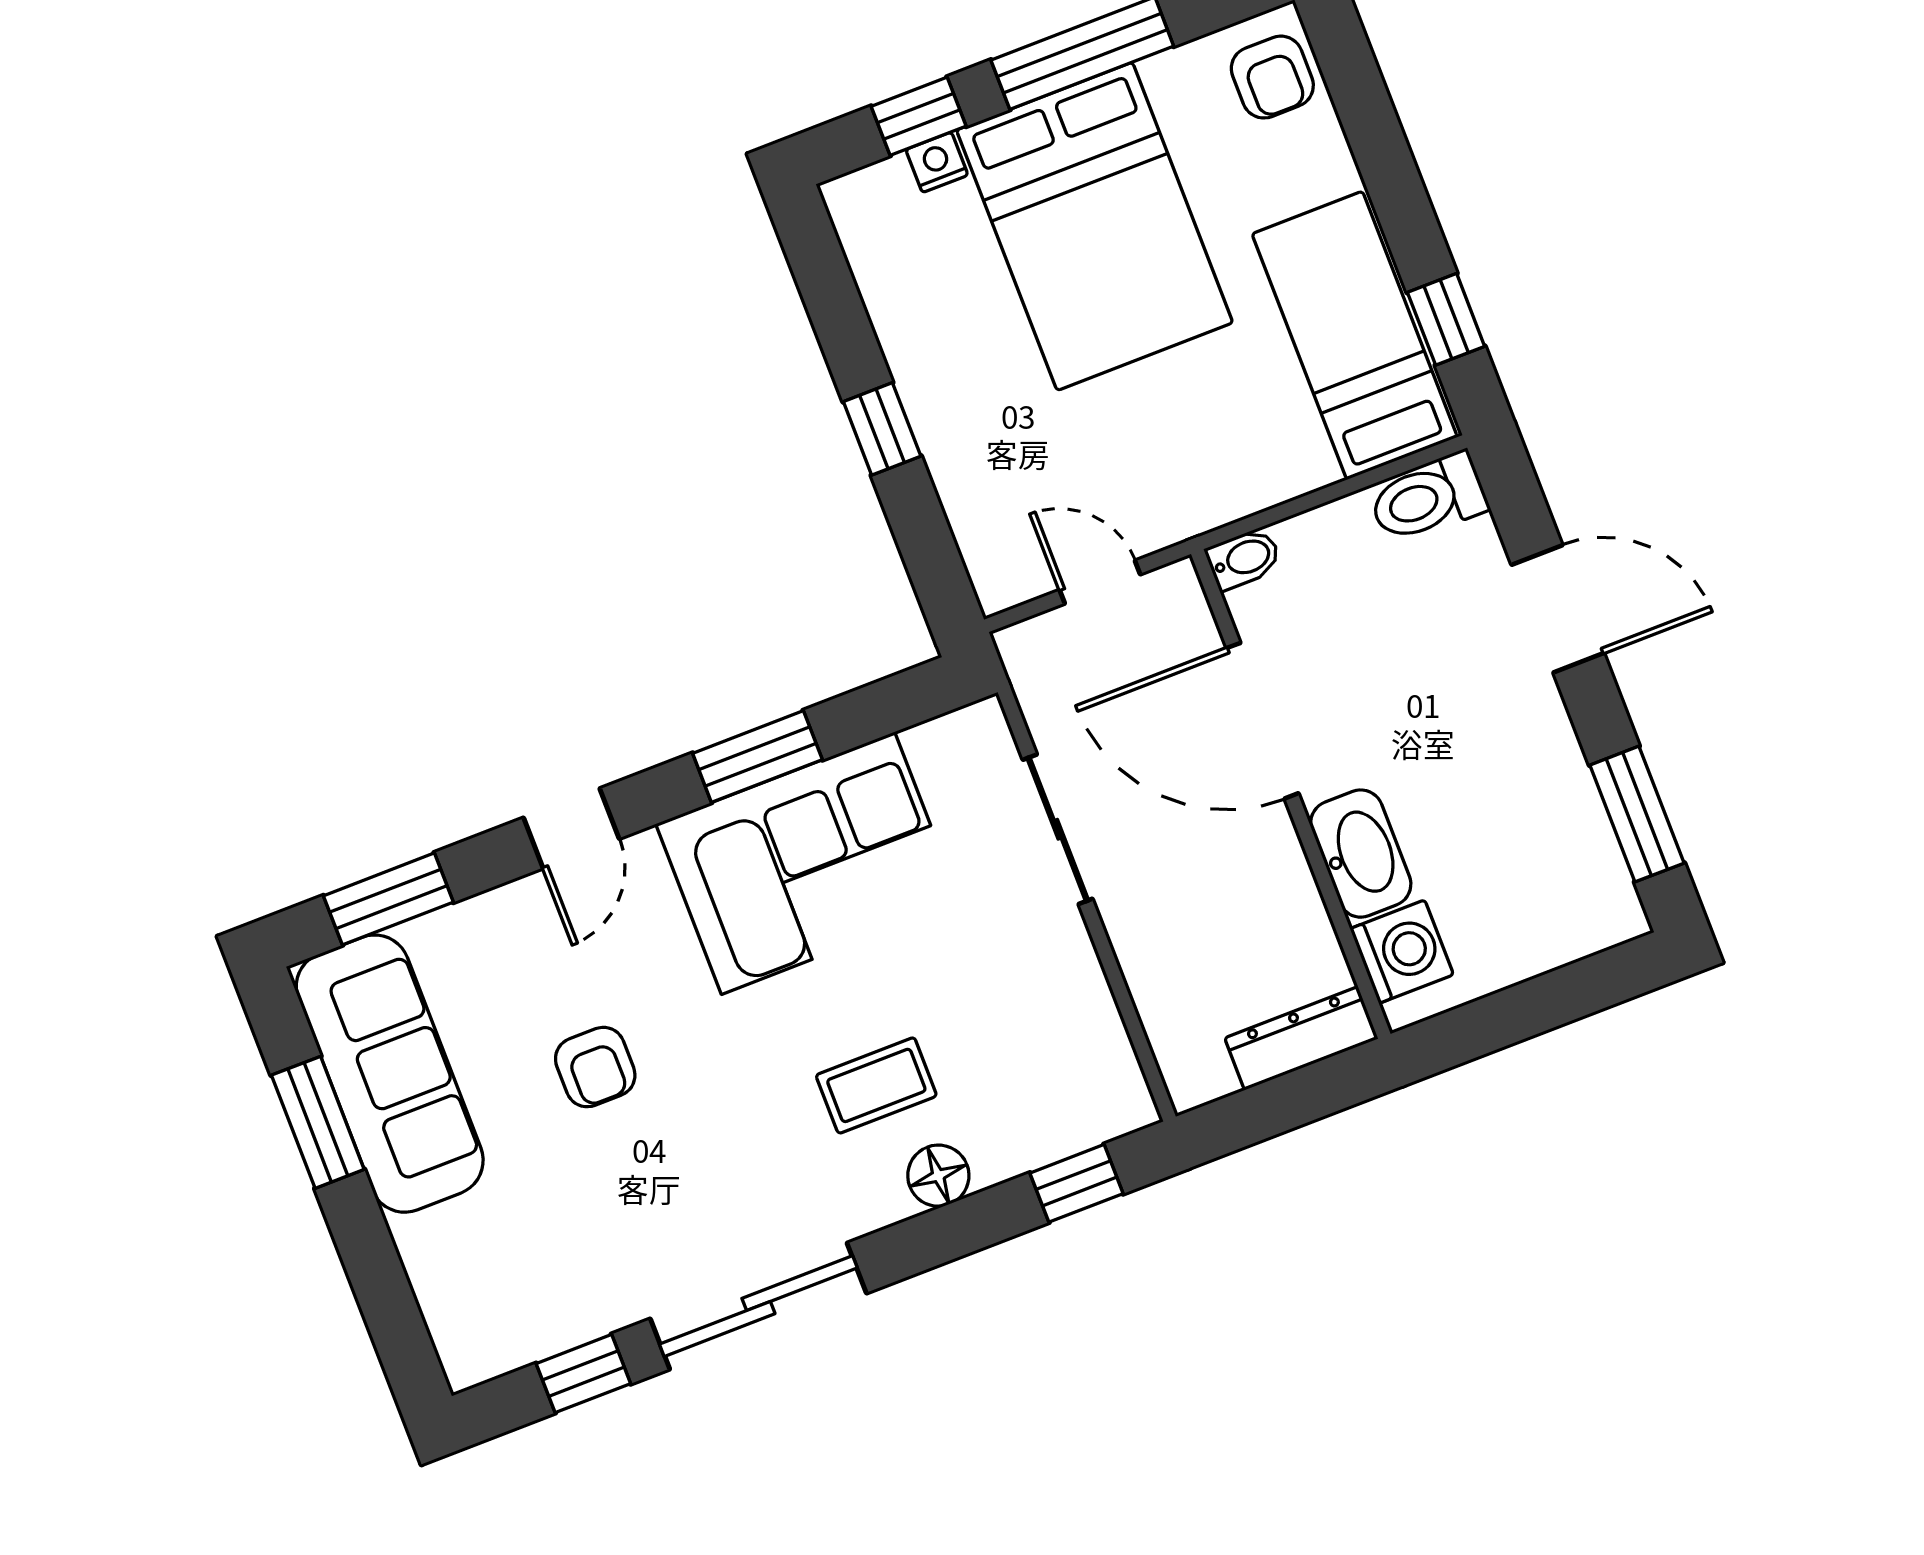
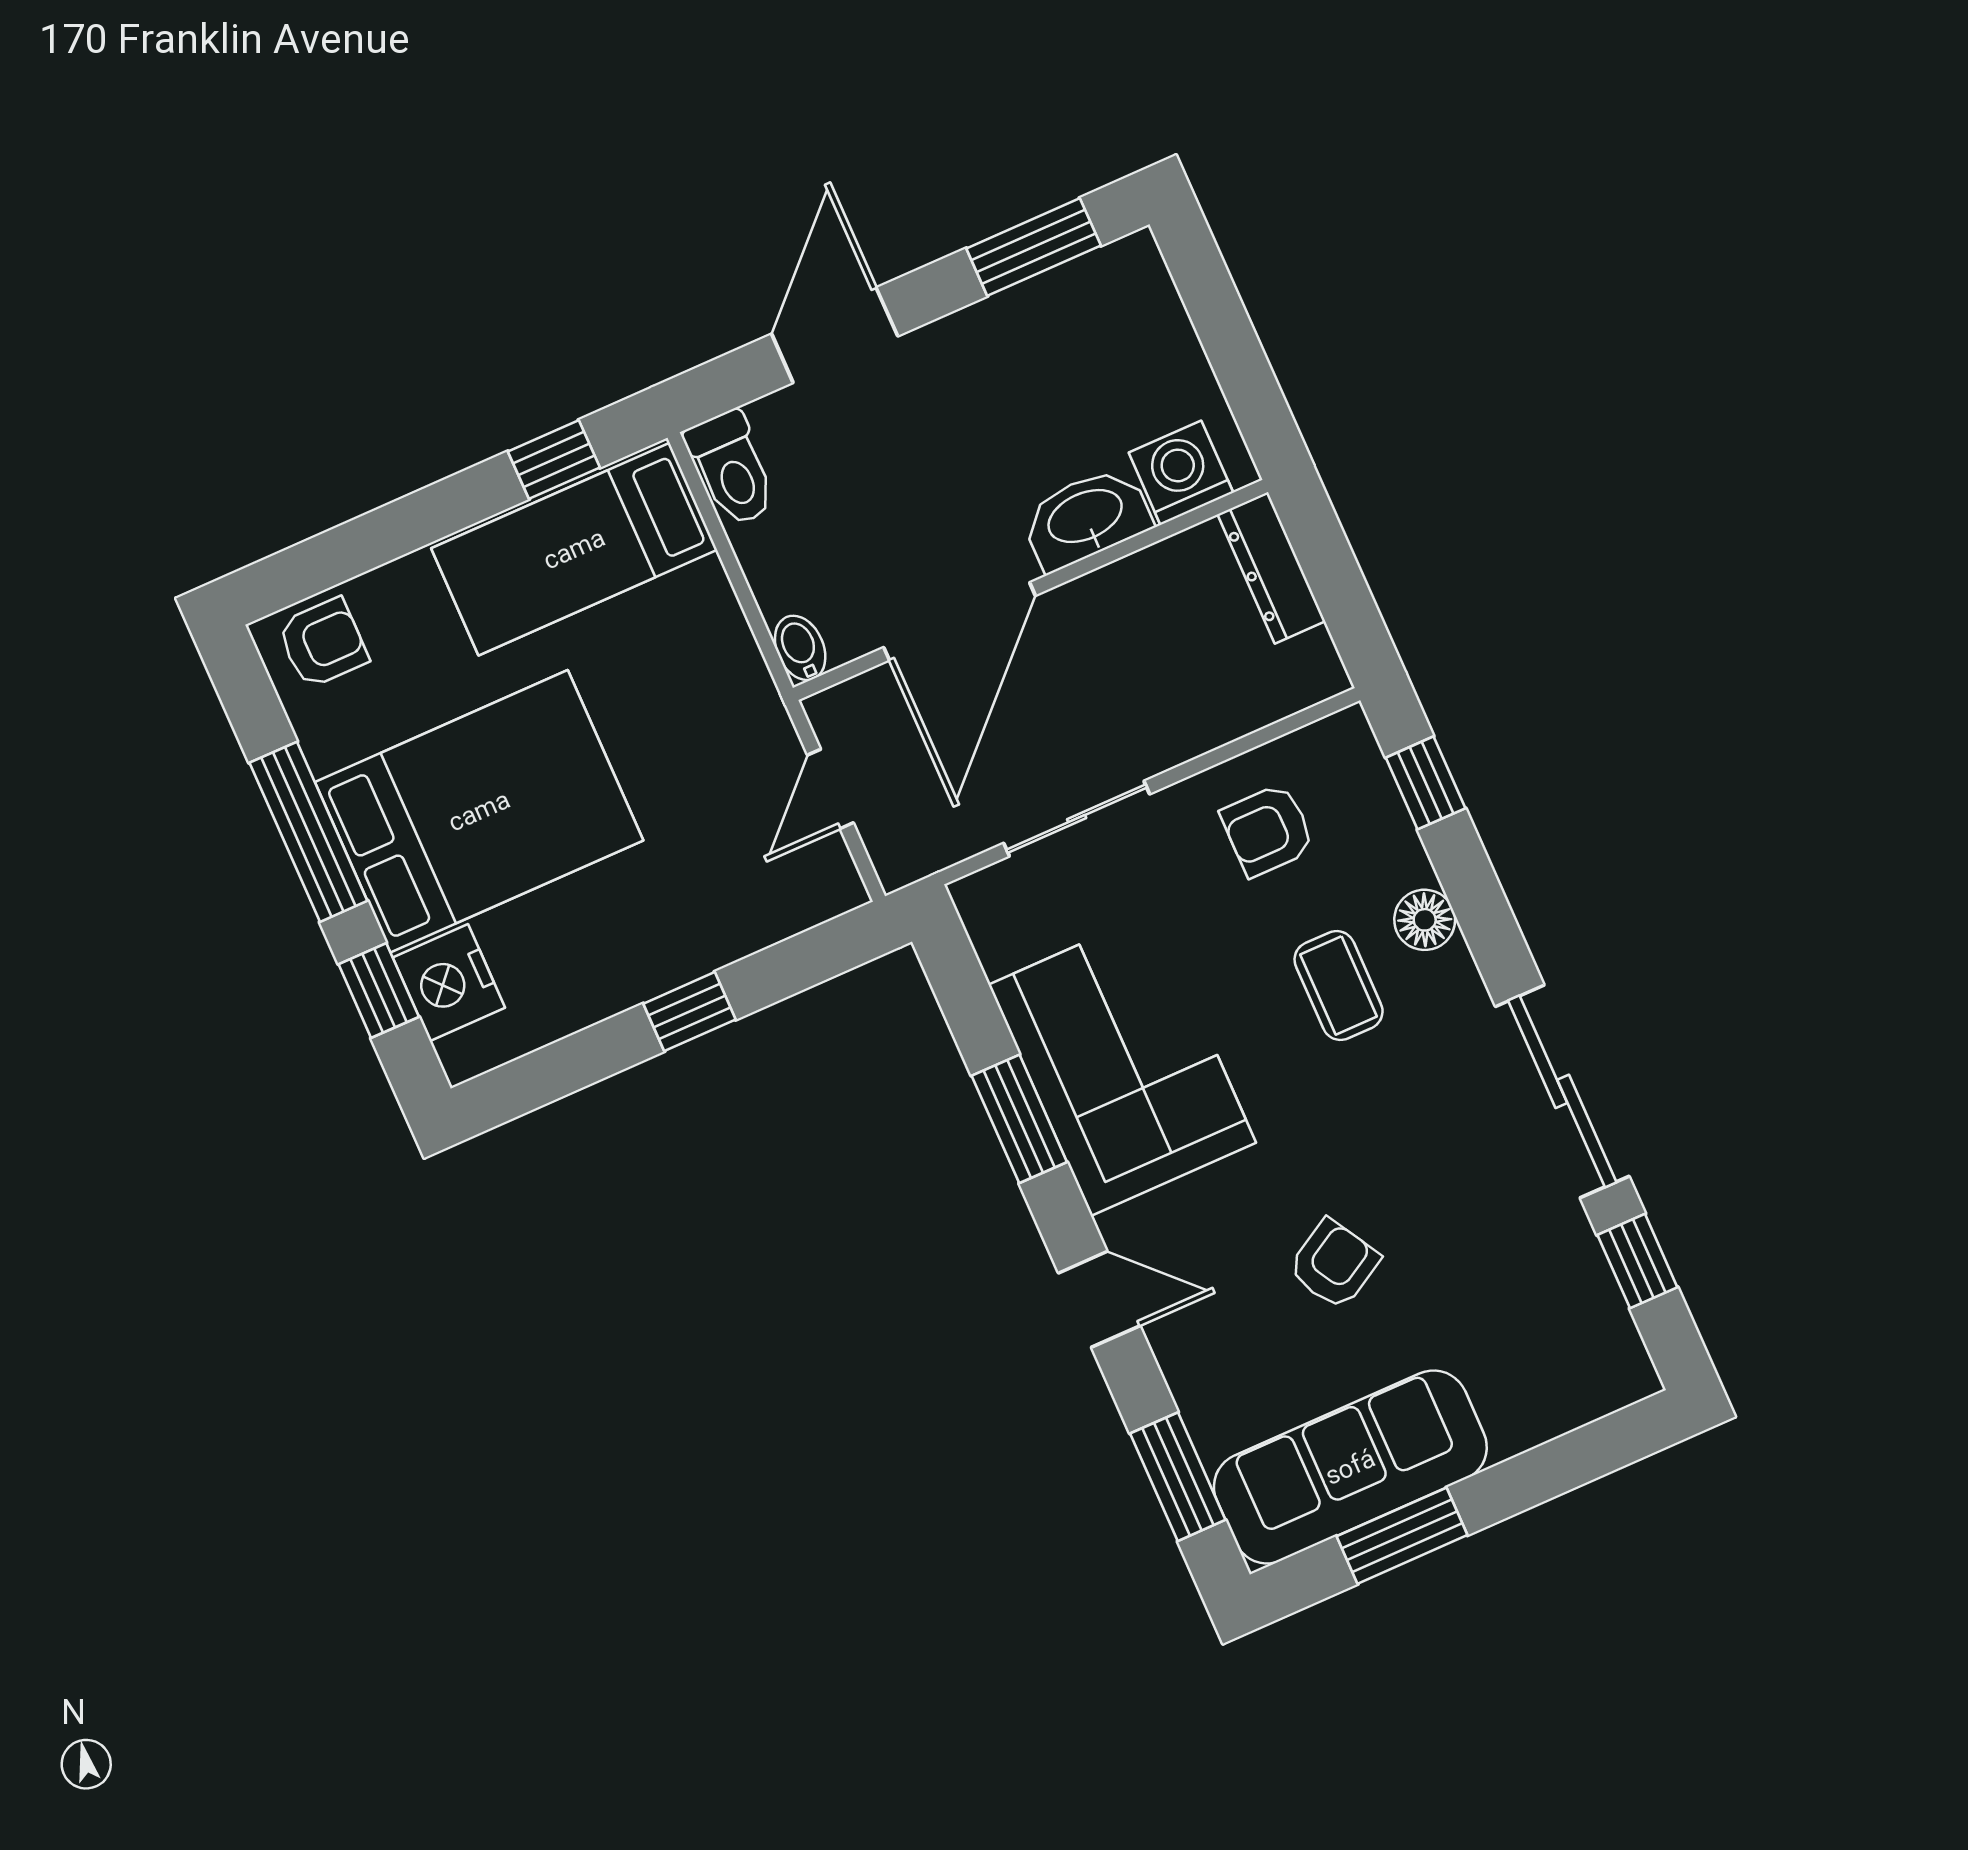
nightstand: (937, 162) -> (449, 983), width x1.89, depth x1.79
armchair: (1037, 1022) -> (1268, 830), added
armchair: (595, 1067) -> (1334, 1264), turned -30

